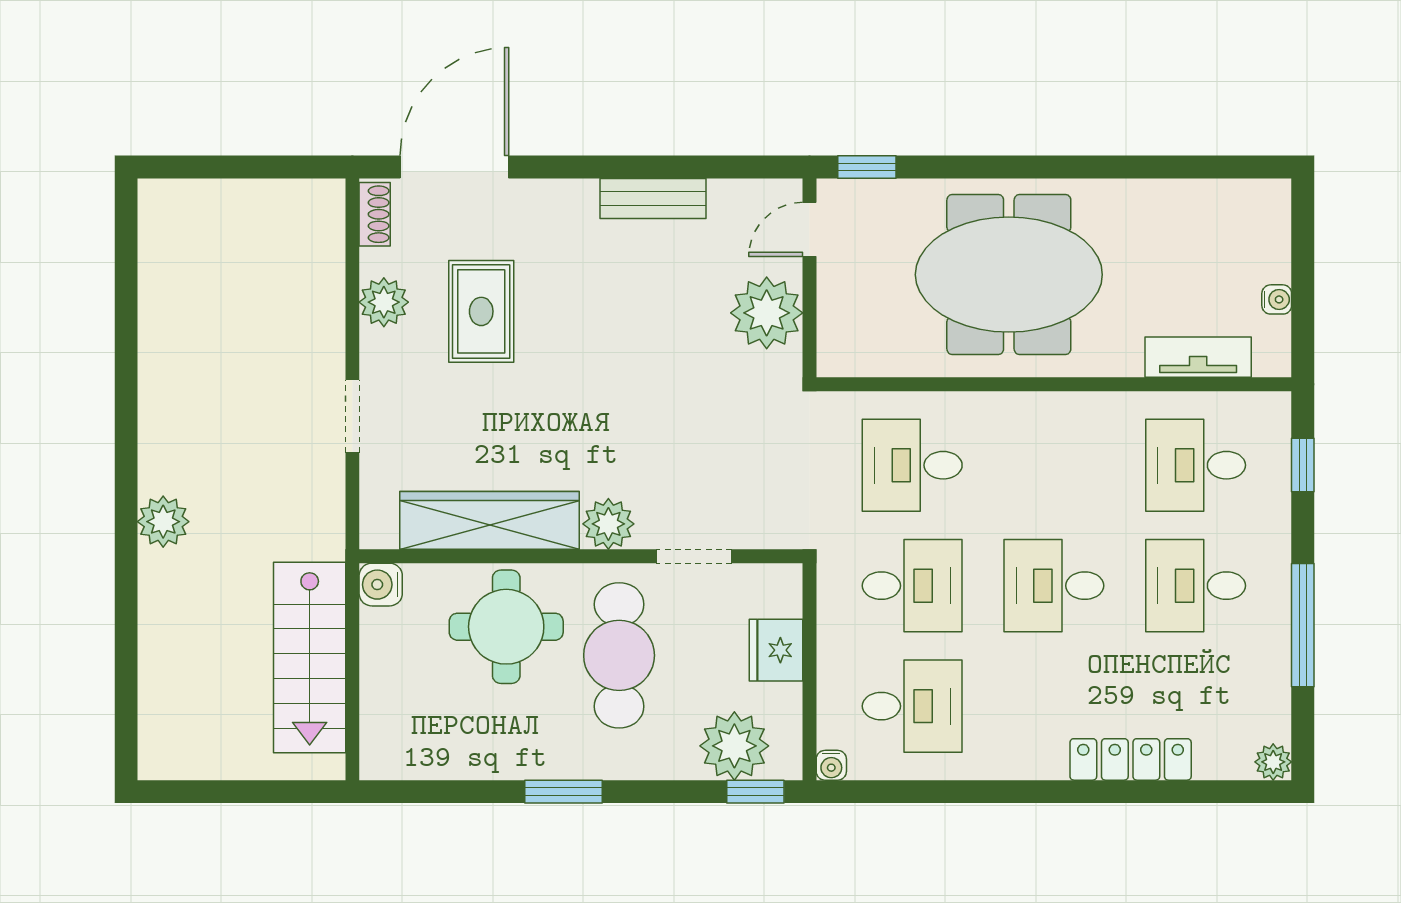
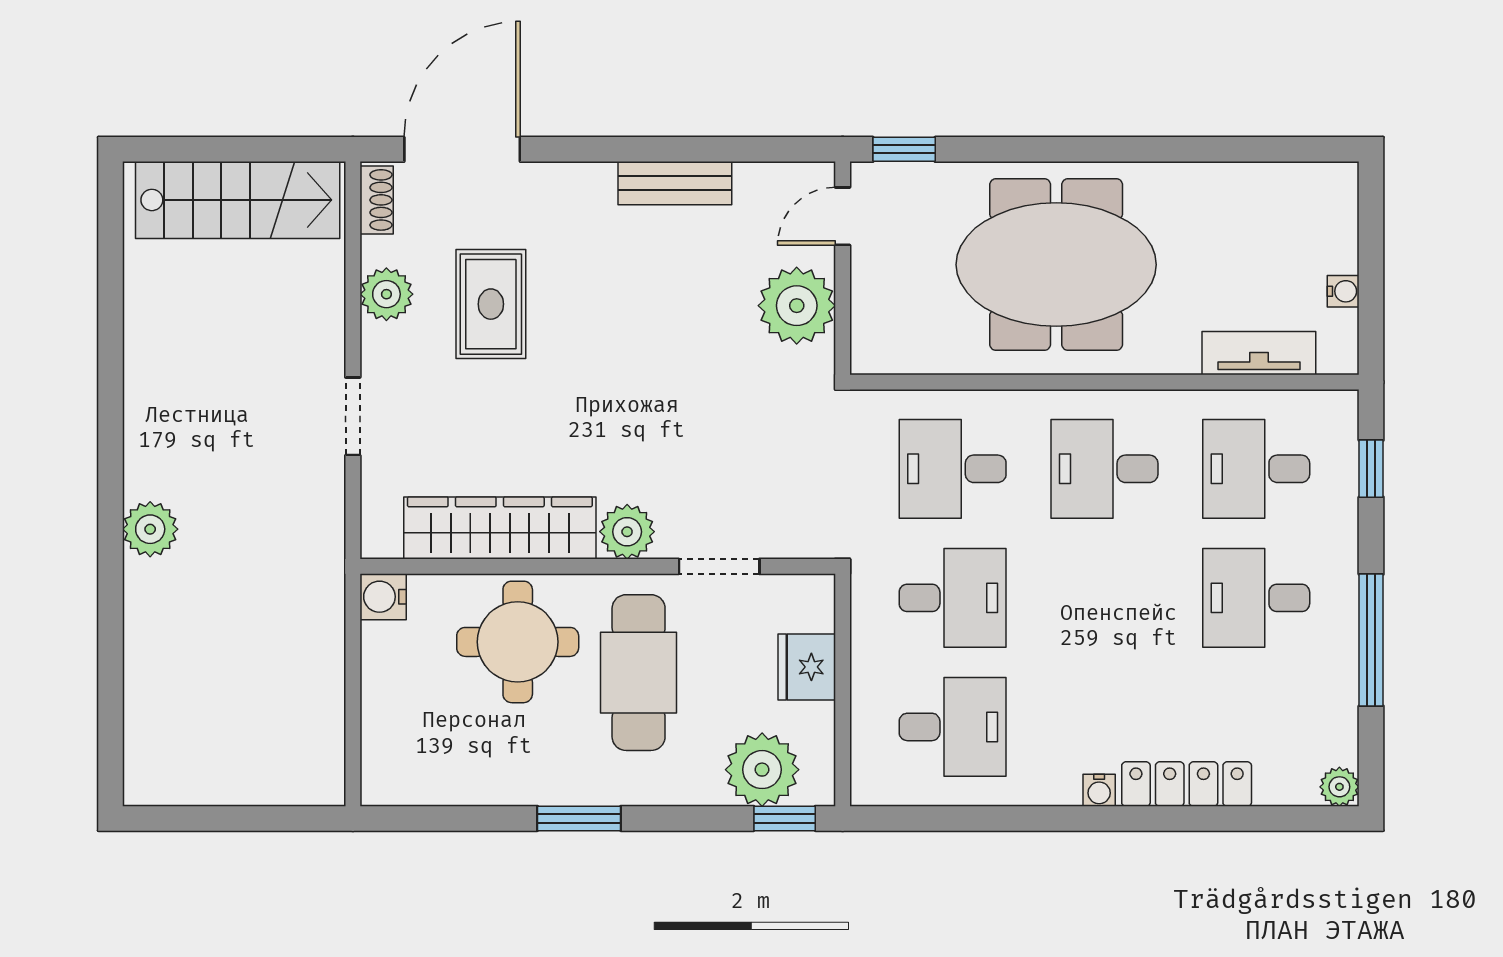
desk: (1054, 586) -> (1104, 469), moved
stairs: (310, 658) -> (238, 200), moved, turned -90
water cooler: (831, 765) -> (1099, 790), moved

